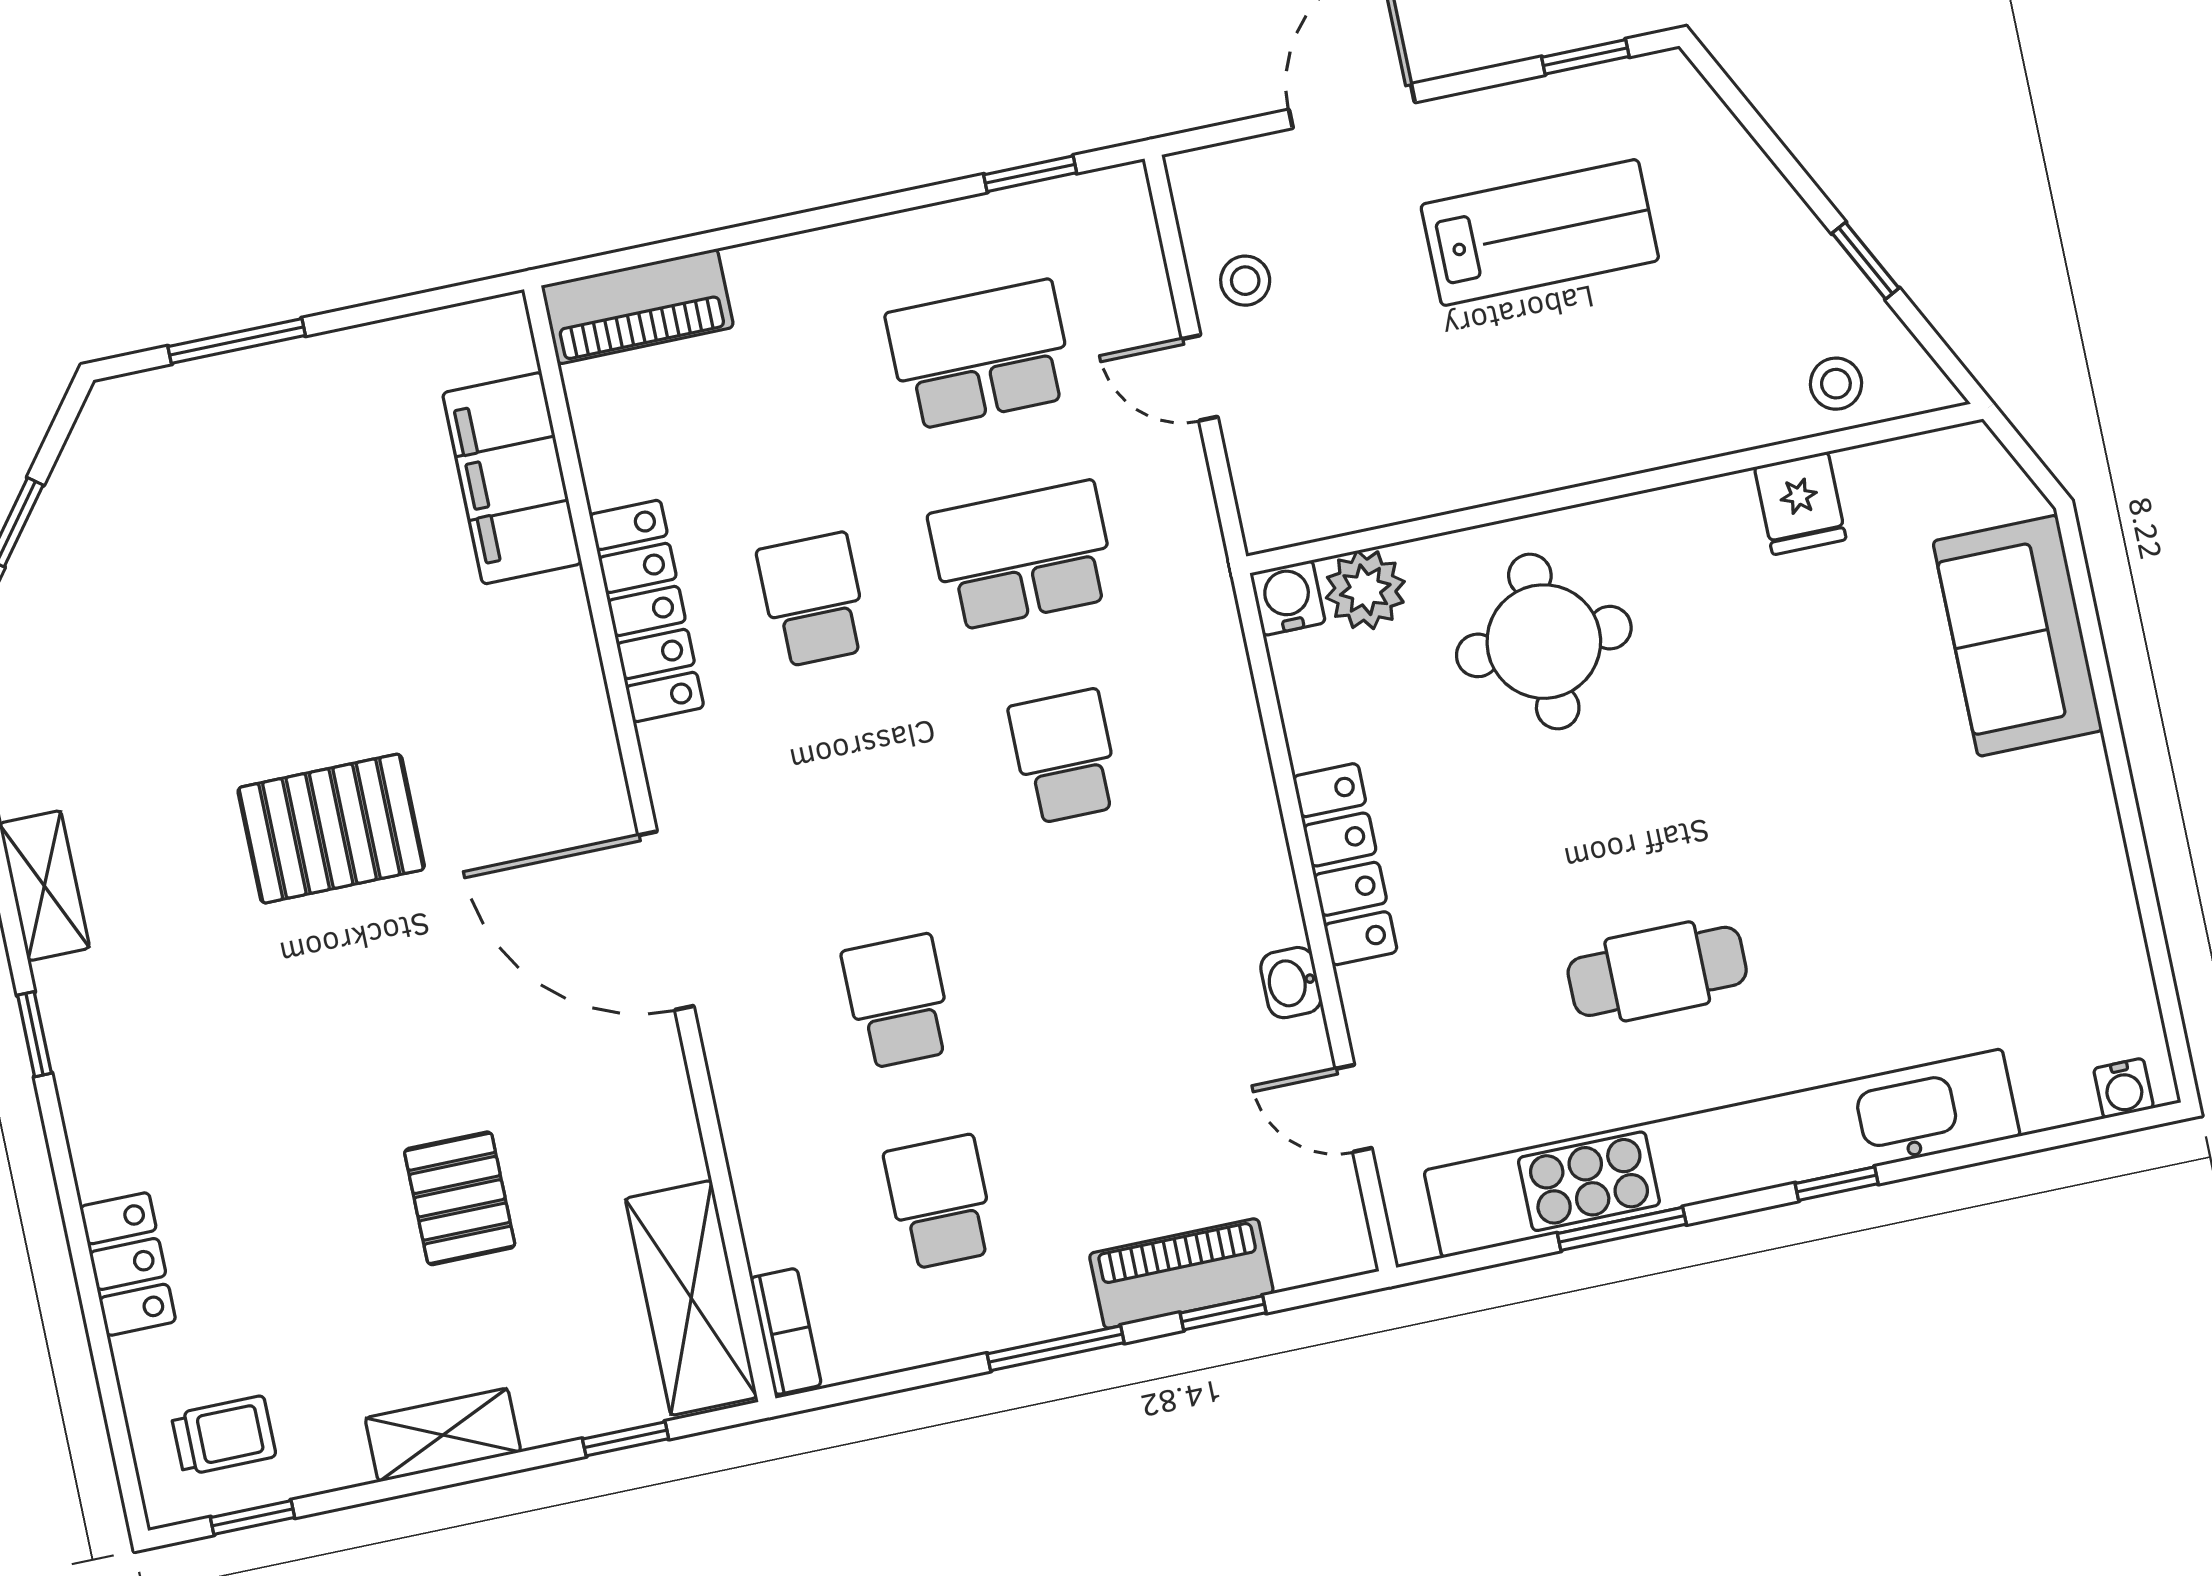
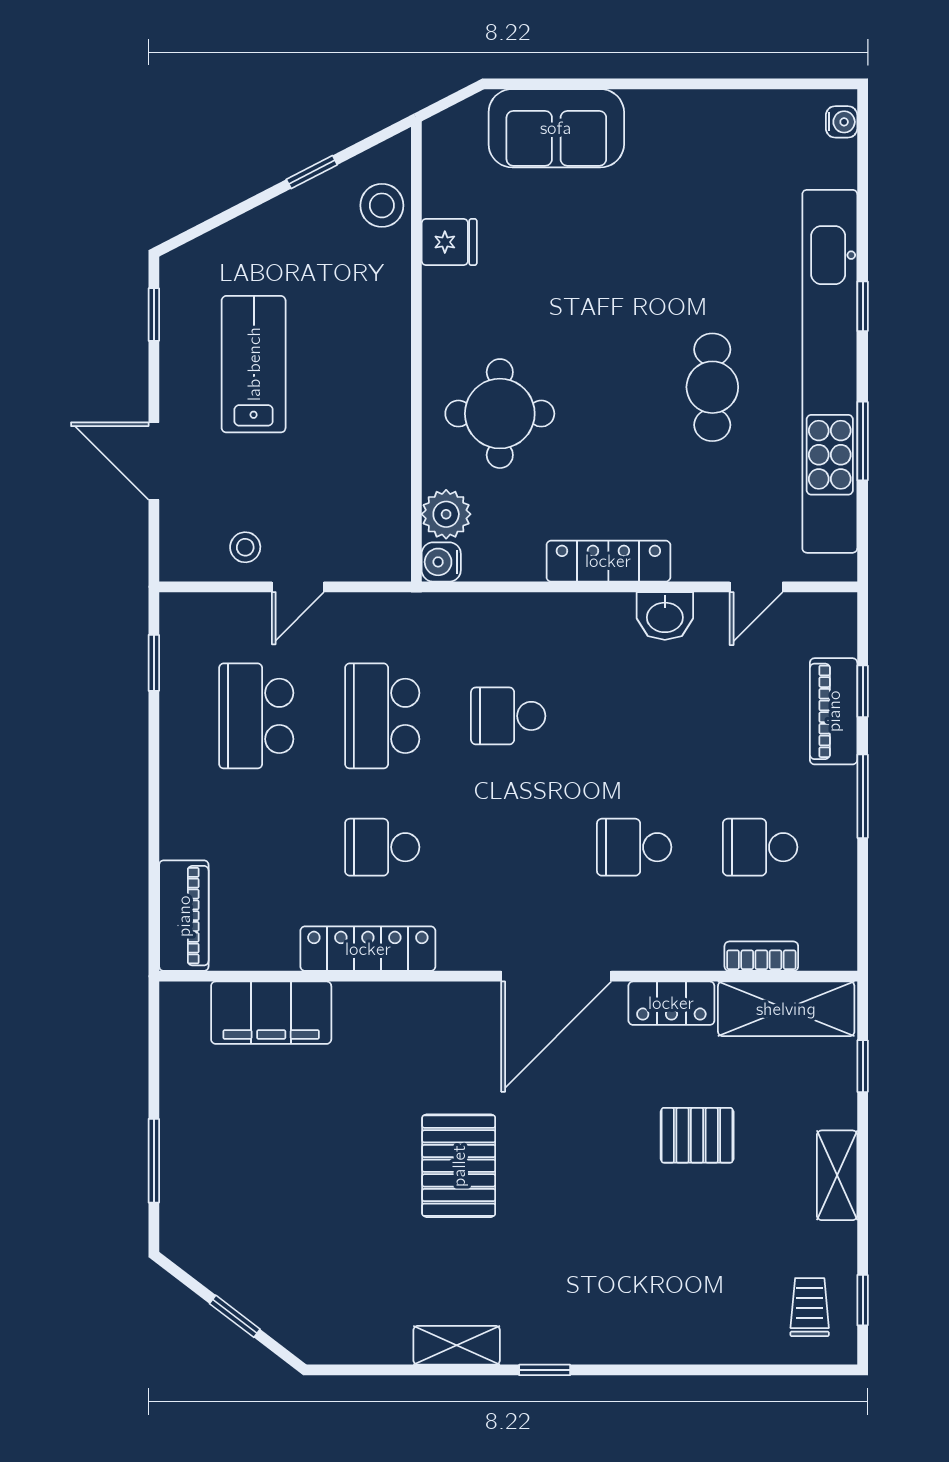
stool: (1836, 384) -> (382, 205), width x1.37, depth x1.37
washbasin: (1291, 983) -> (665, 616), width x1.38, depth x1.45
locker: (128, 1264) -> (671, 1003), moved, turned 180
bookcase: (786, 1332) -> (761, 956), moved

